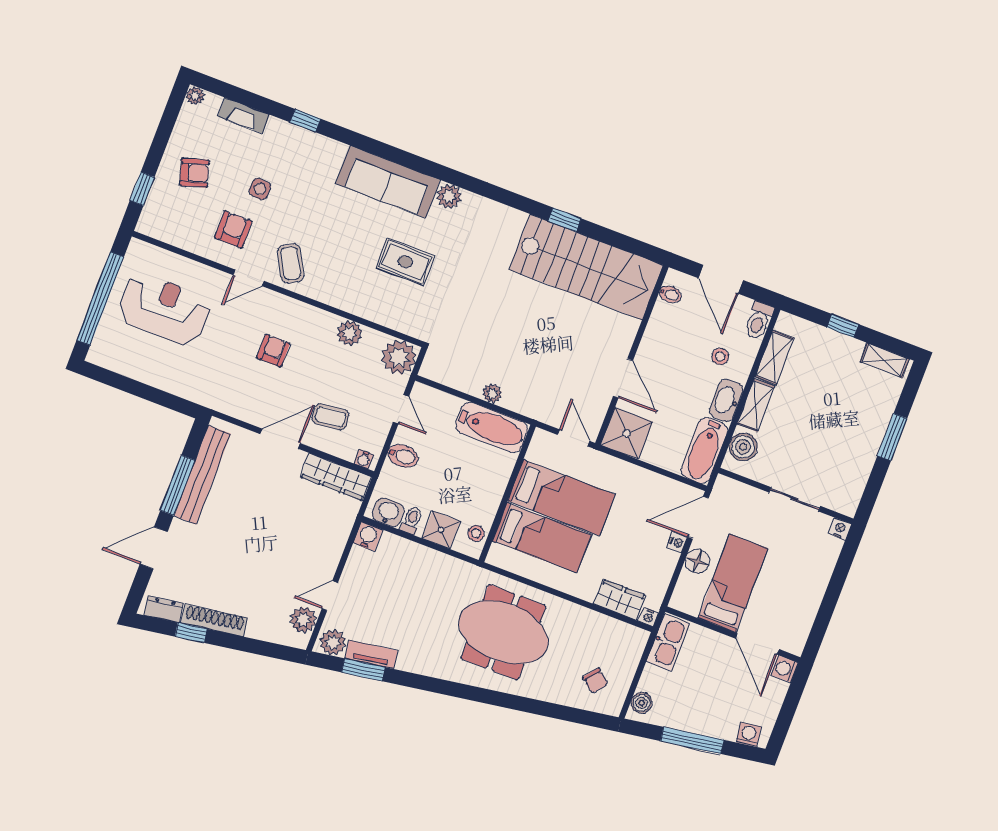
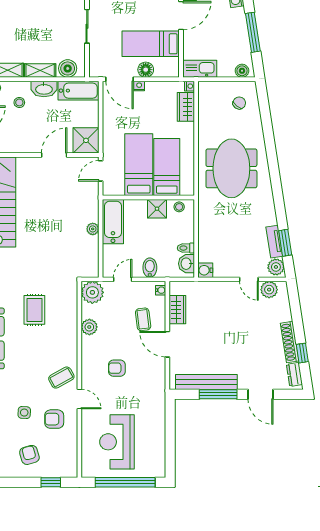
wardrobe: (336, 477) -> (177, 310), width x0.67
shower: (441, 530) -> (157, 209), moved

